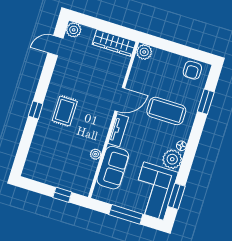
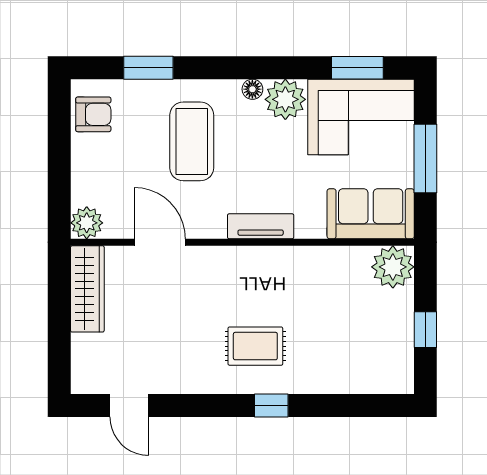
plant: (74, 30) -> (86, 379), removed
door: (120, 100) -> (160, 242), moved
plant: (96, 154) -> (393, 267), moved, width x1.88, depth x1.88
sofa: (113, 168) -> (371, 214), moved
window: (62, 195) -> (425, 330), moved

